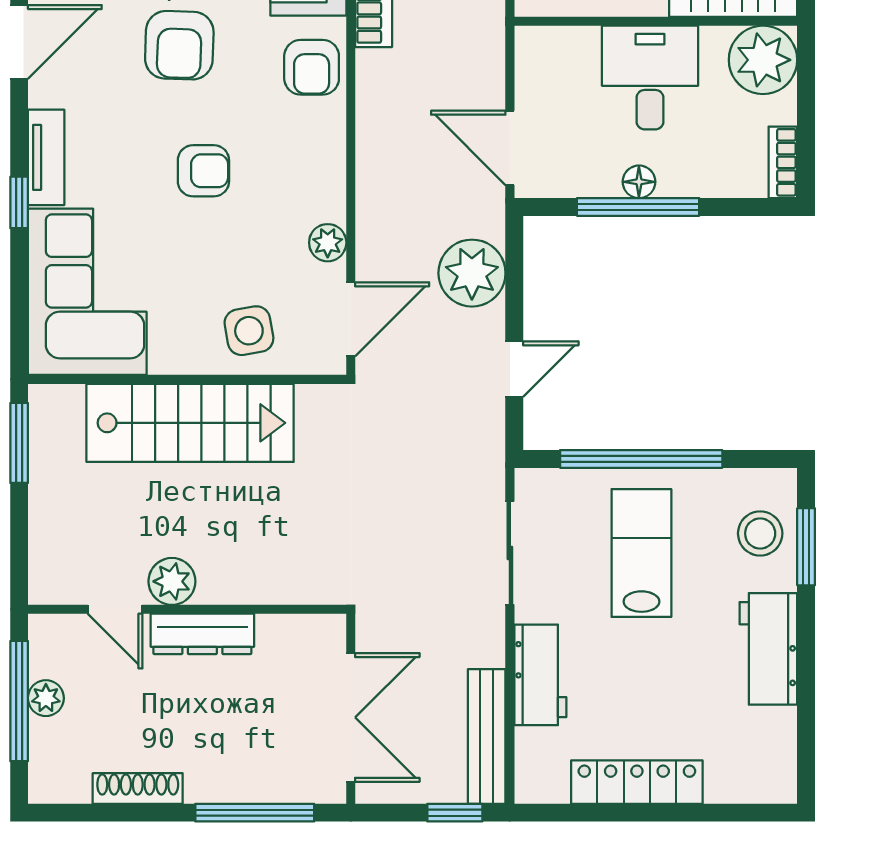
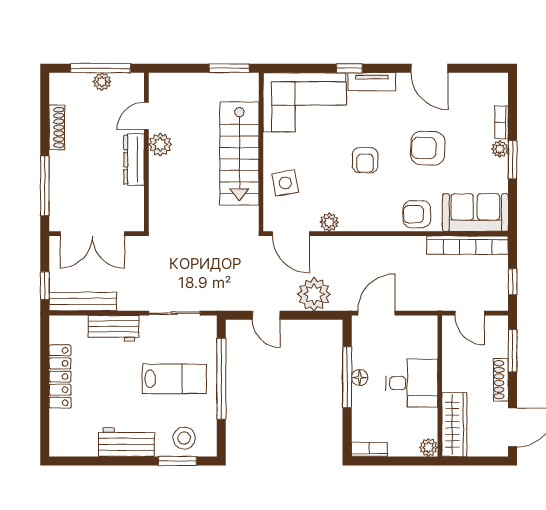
plant: (763, 60) -> (428, 447), width x0.53, depth x0.53

